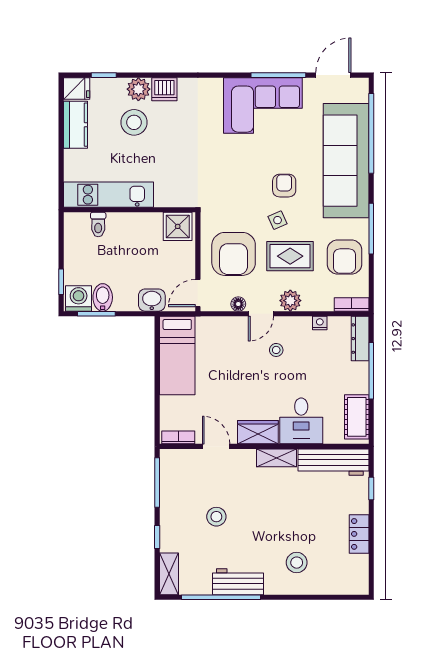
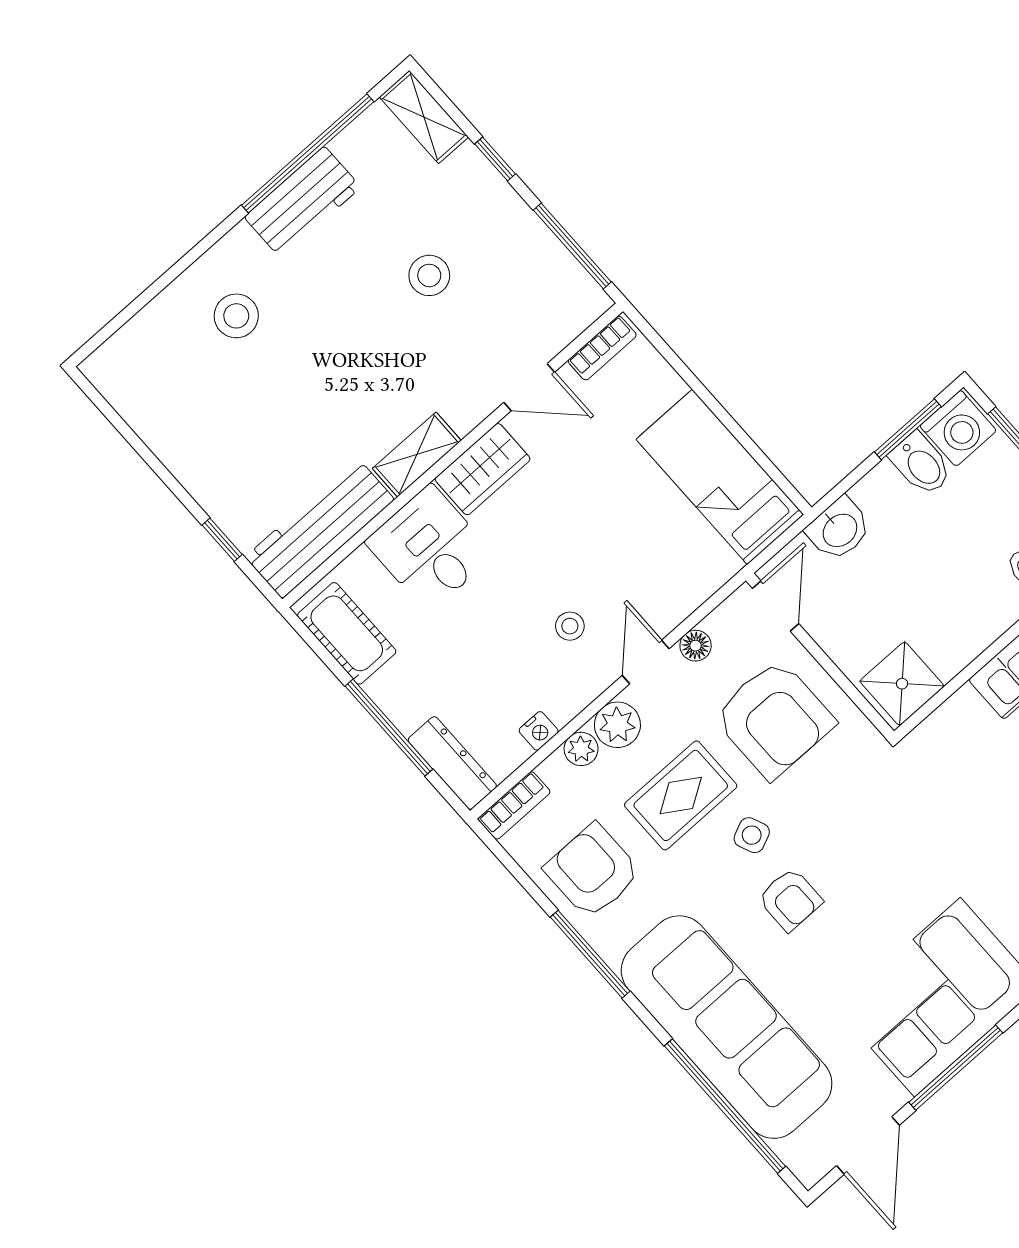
armchair: (234, 254) -> (774, 719), turned 180
plant: (311, 303) -> (581, 749), added
locker: (359, 534) -> (177, 450), removed

